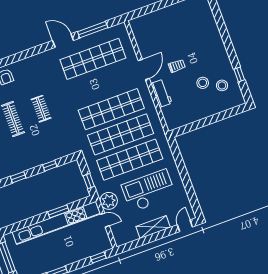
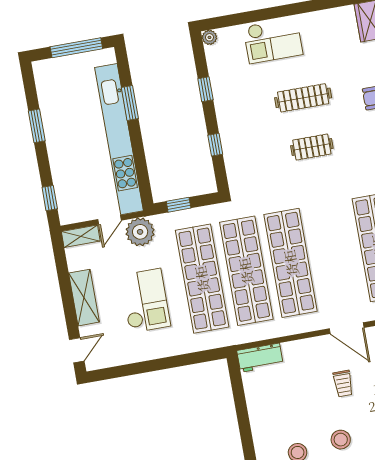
stool: (203, 83) -> (341, 440), moved
workbench: (161, 93) -> (260, 358), moved
checkout: (149, 191) -> (145, 301), width x0.73, depth x0.83
window: (58, 211) -> (130, 103), moved
door: (185, 226) -> (77, 350), hinge flipped
shelving: (117, 235) -> (81, 236), added

